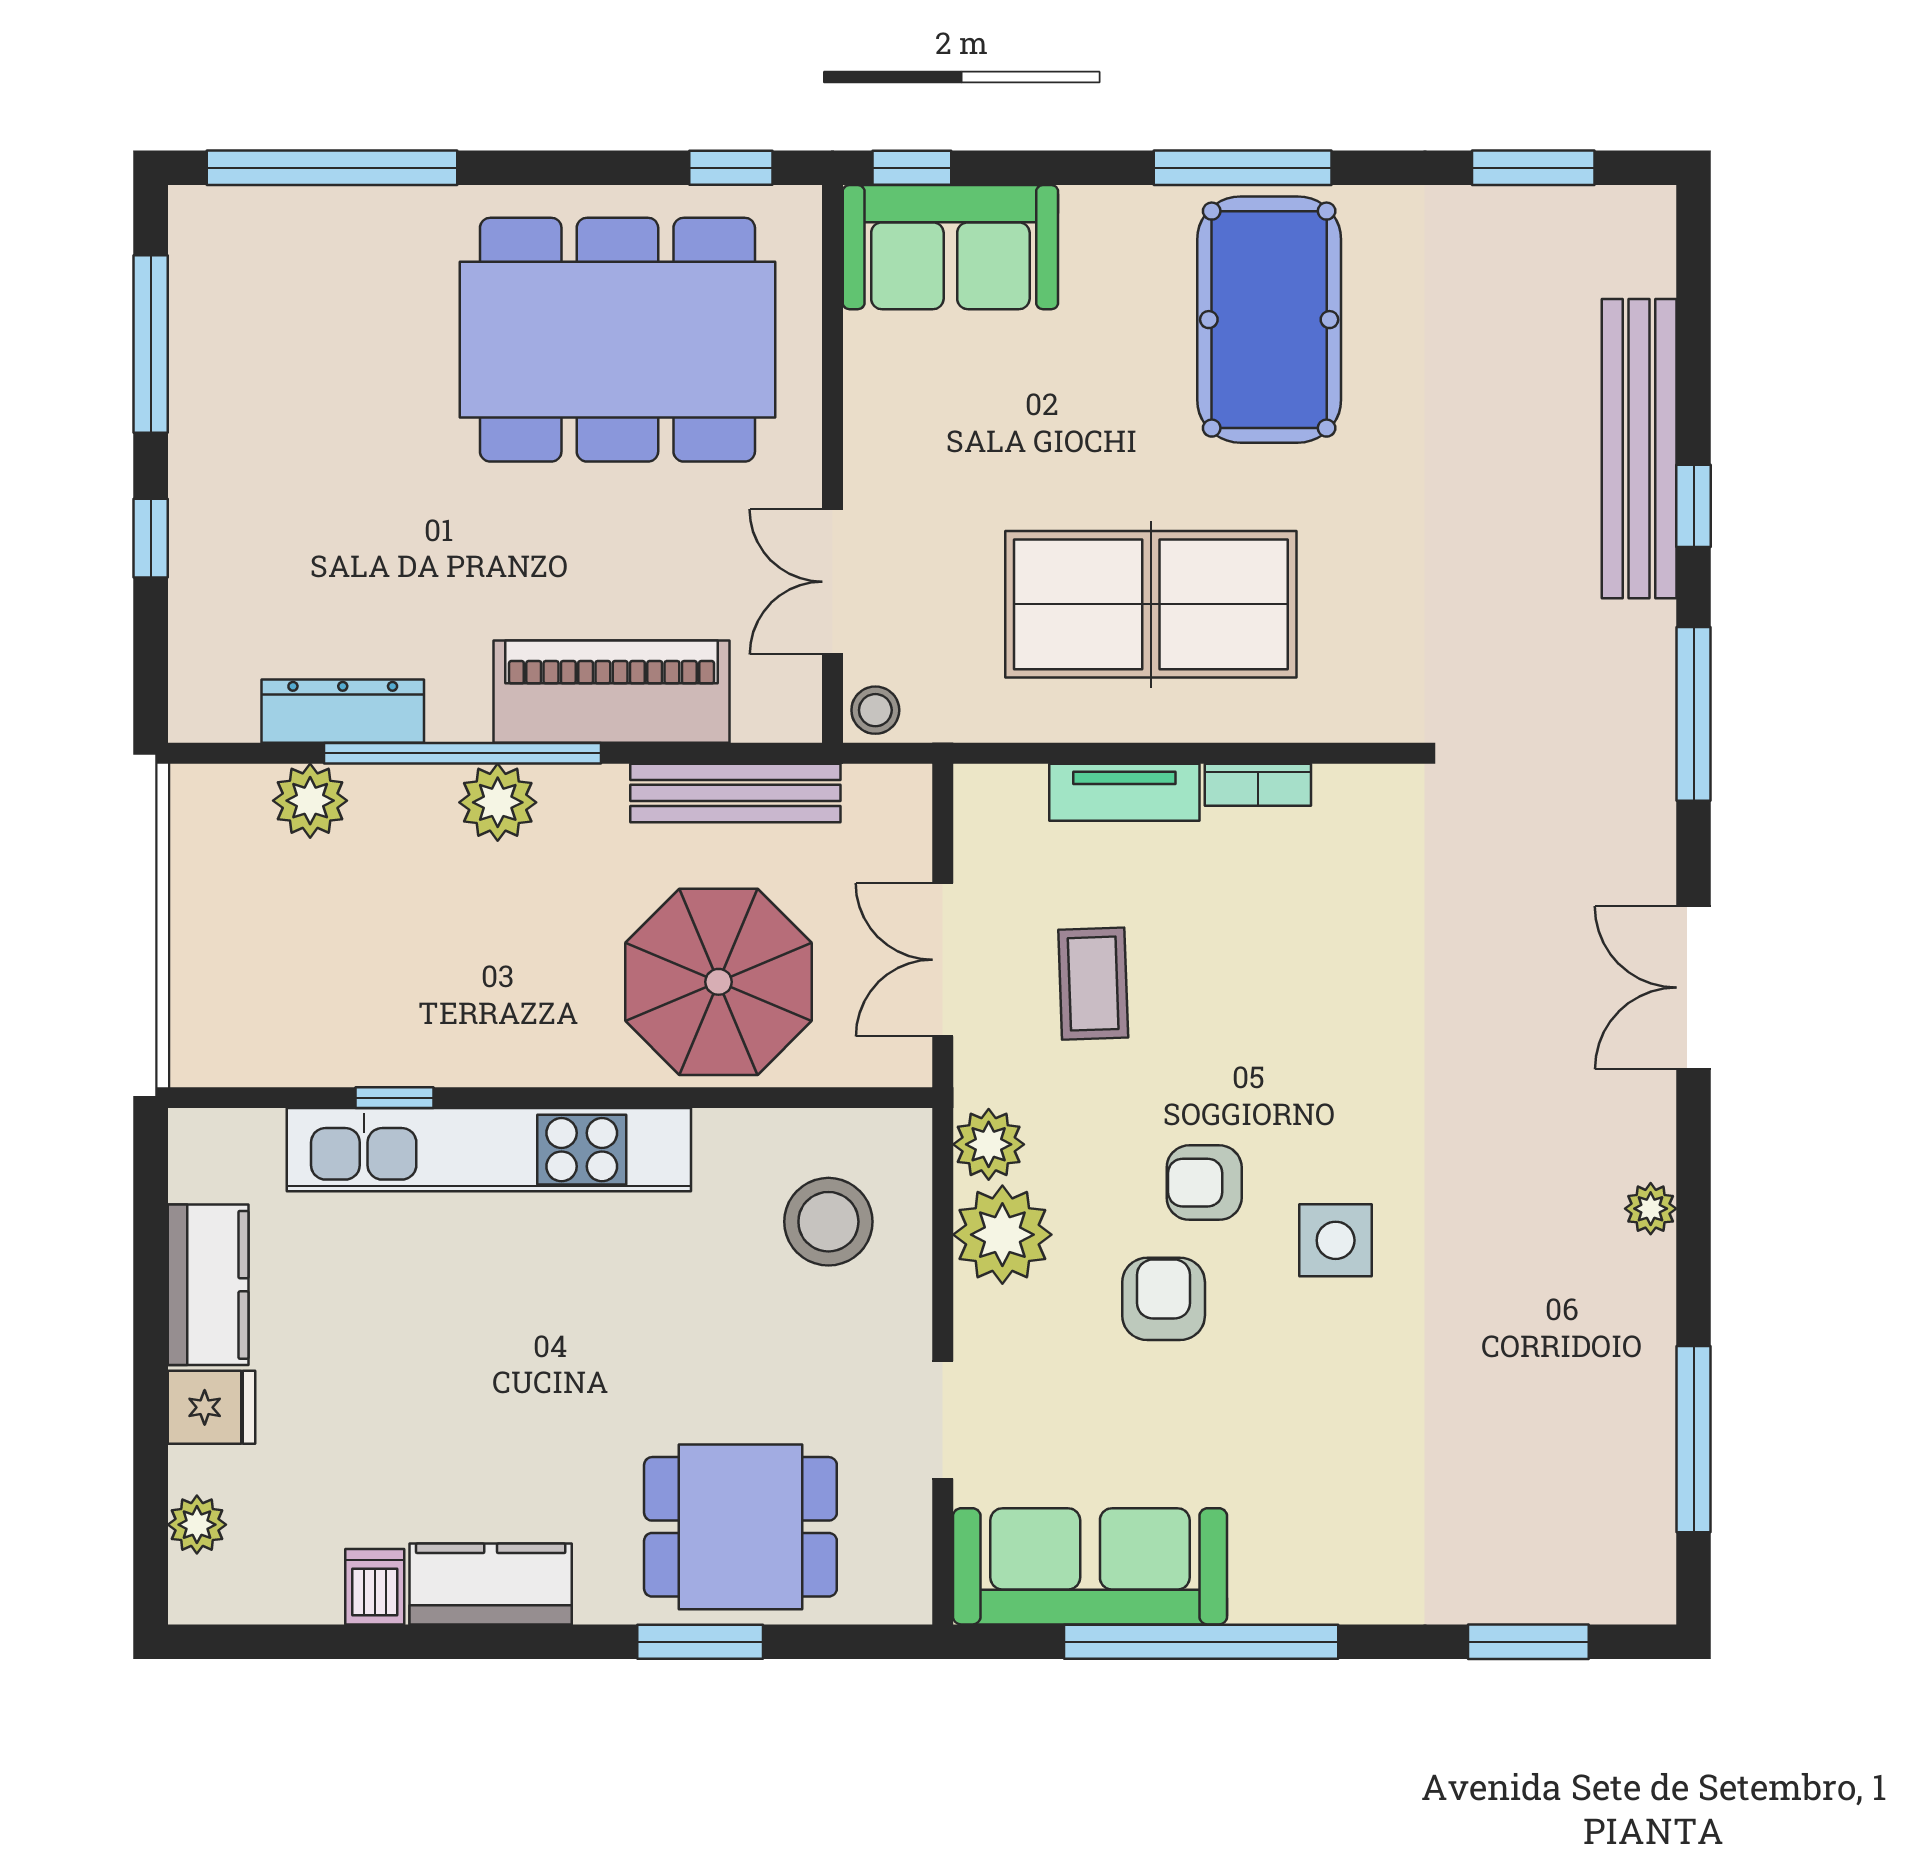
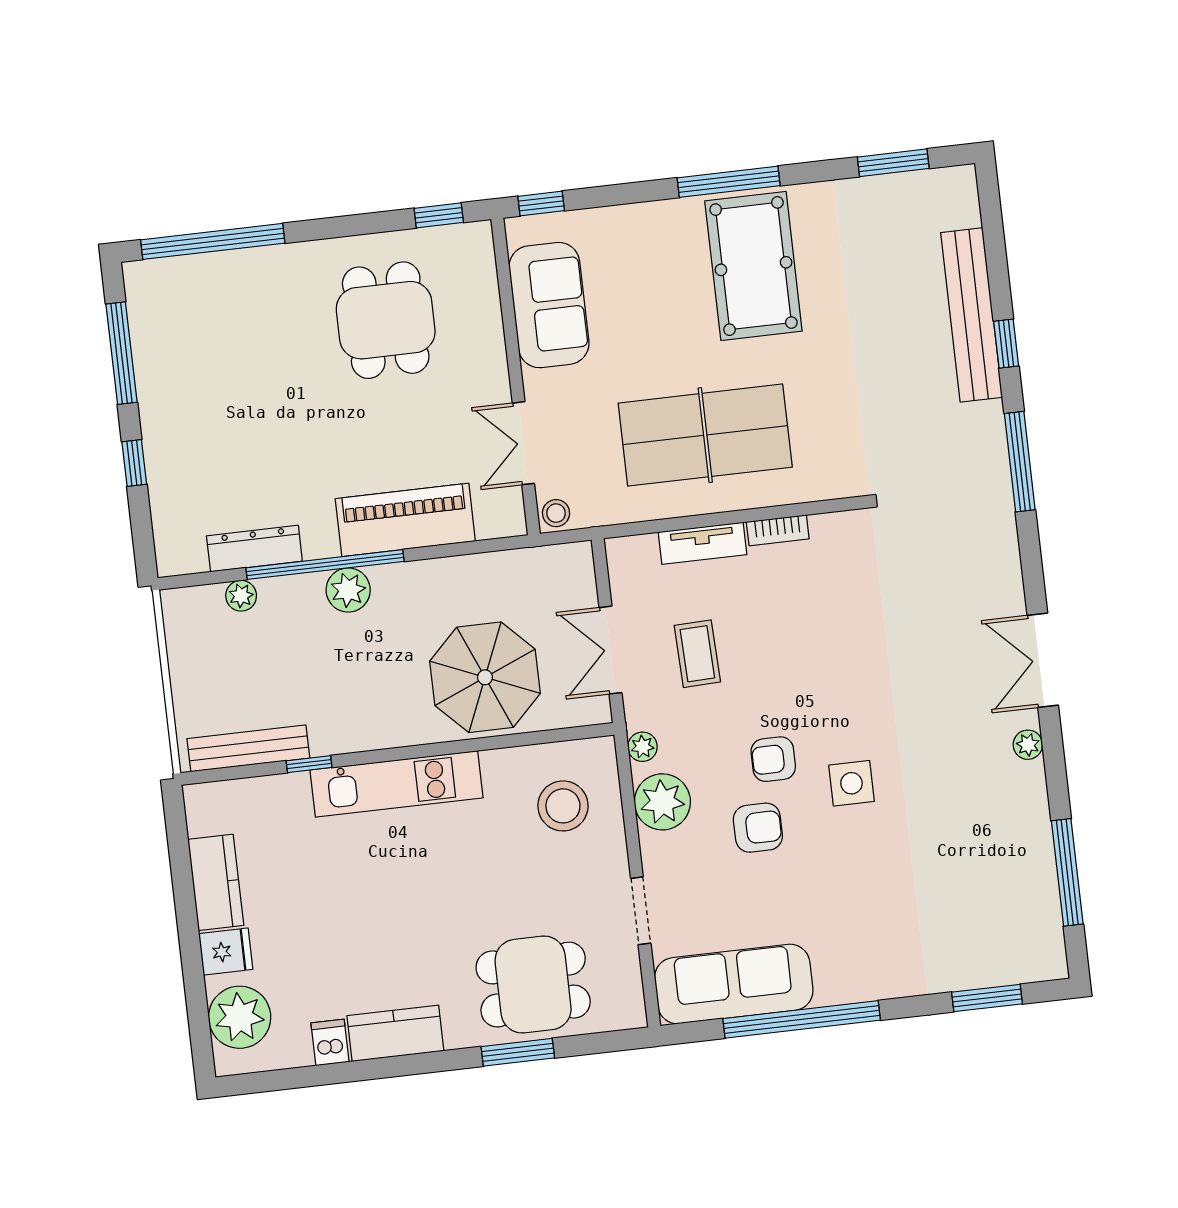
sofa: (950, 247) -> (549, 305), moved, turned -90
dining table: (617, 340) -> (386, 320), width x0.53, depth x0.80
bench: (735, 793) -> (248, 748), moved
plant: (310, 801) -> (241, 596), width x0.73, depth x0.73
double door: (1694, 988) -> (1043, 660), moved
plant: (989, 1144) -> (643, 747), width x0.73, depth x0.73
kitchen unit: (489, 1150) -> (396, 784), width x0.73
armchair: (1164, 1299) -> (758, 828), turned 90
plant: (197, 1525) -> (240, 1017), width x1.88, depth x1.88

